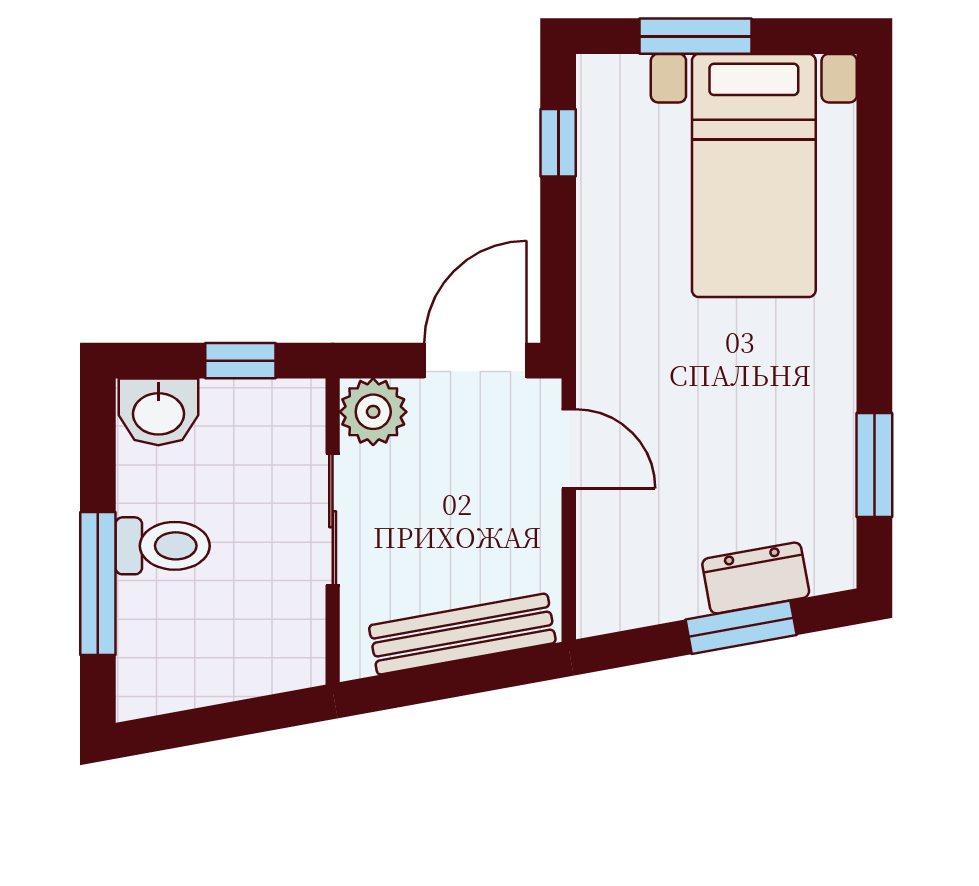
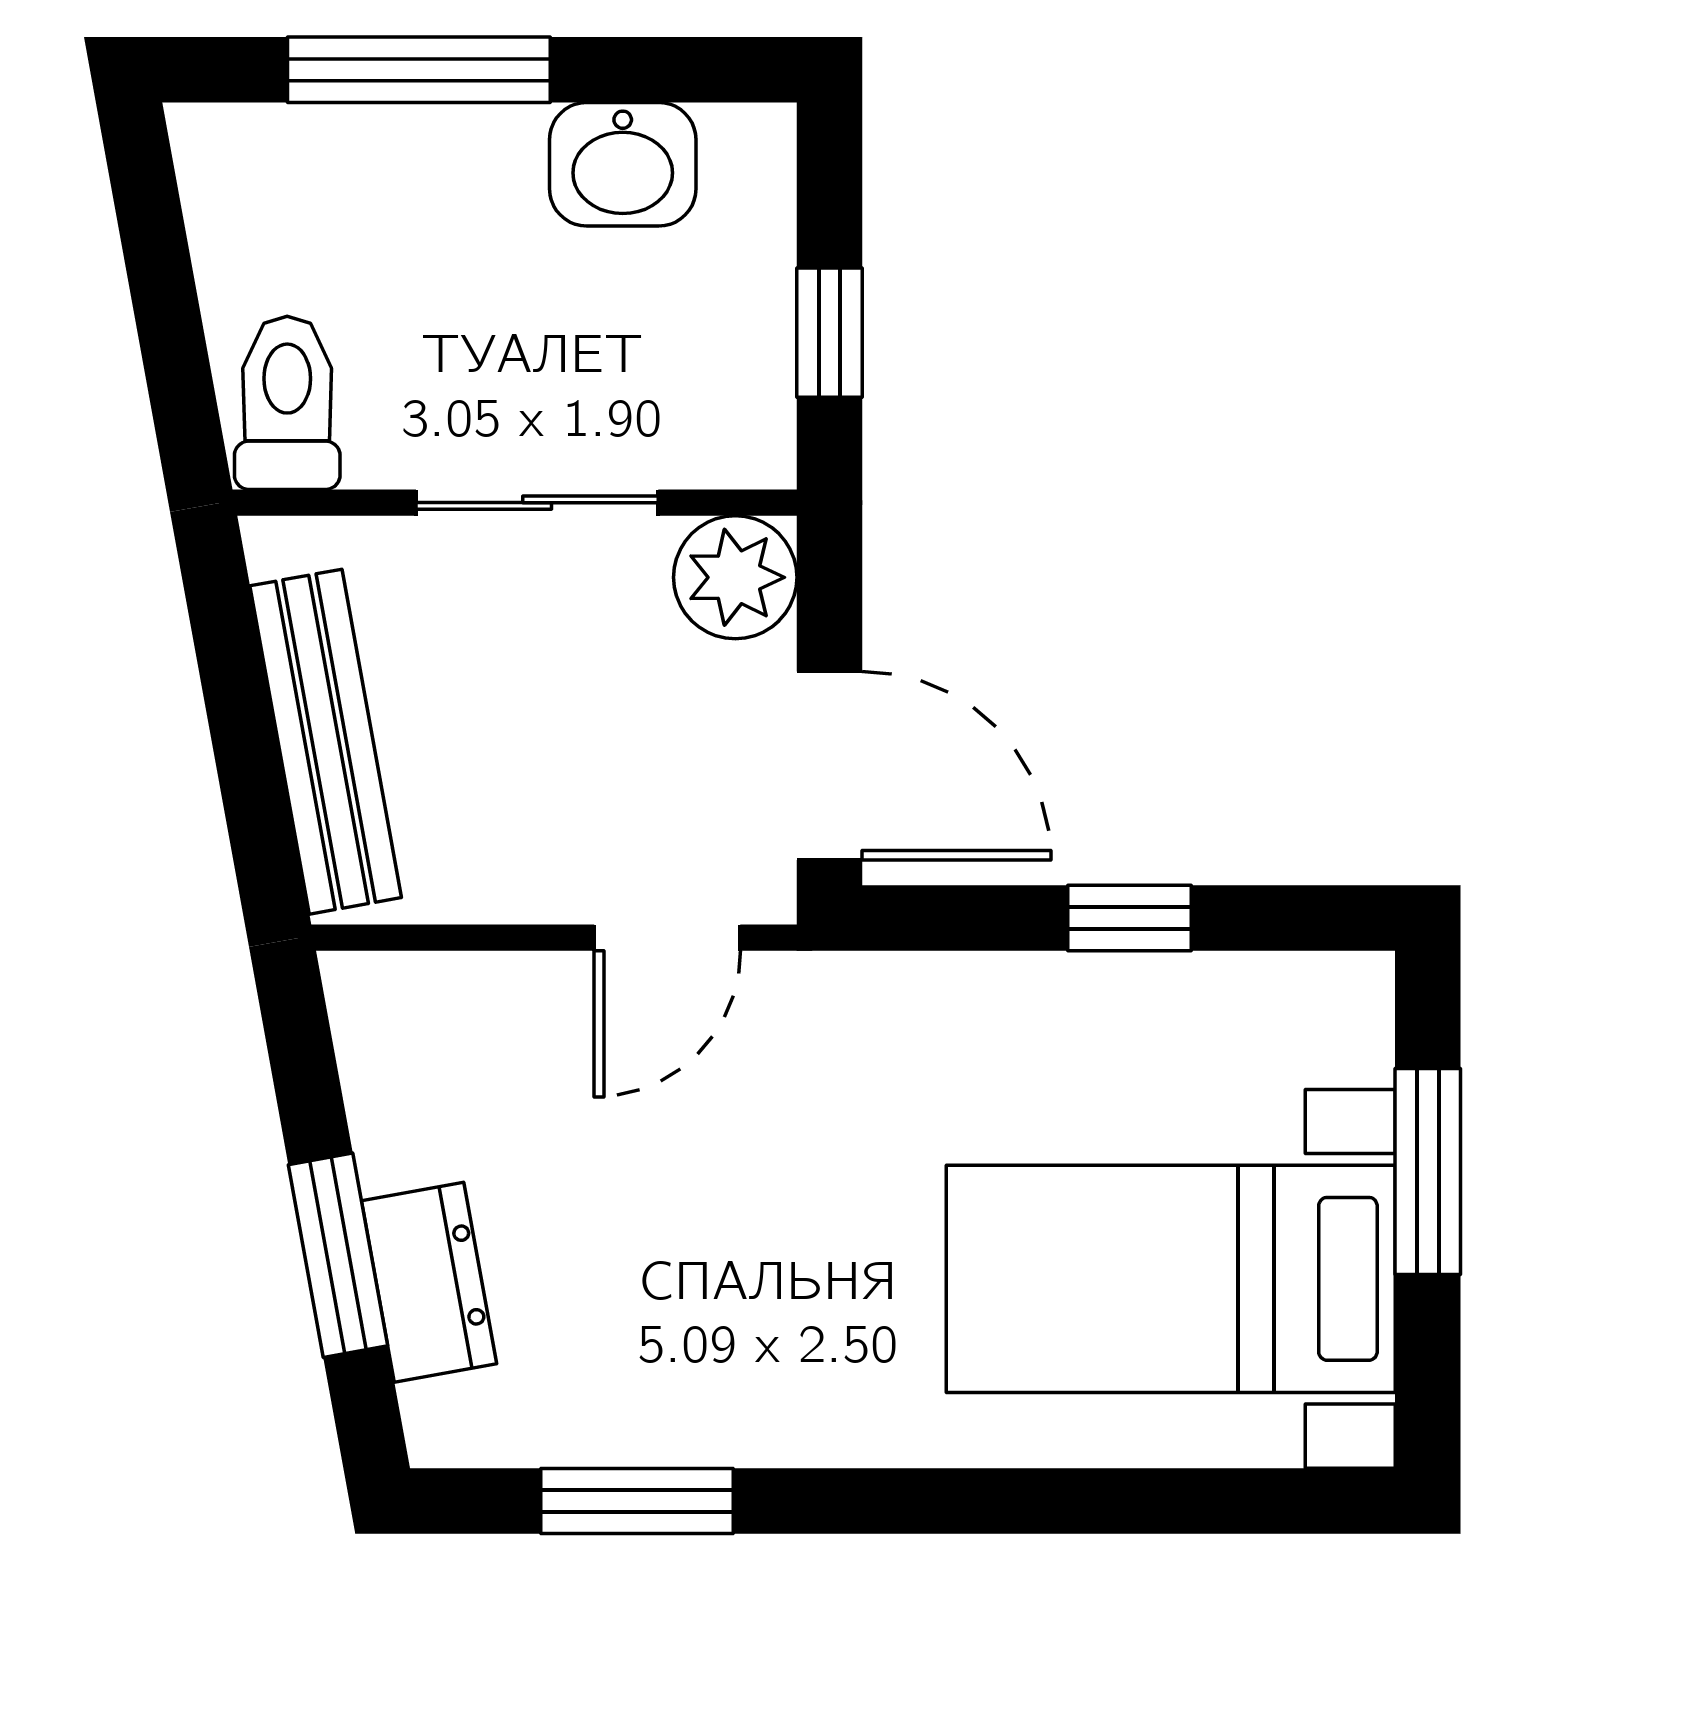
window: (558, 143) -> (1129, 918), moved
washbasin: (158, 412) -> (623, 164), moved, turned -90
toilet: (163, 546) -> (287, 403), moved, turned 180

